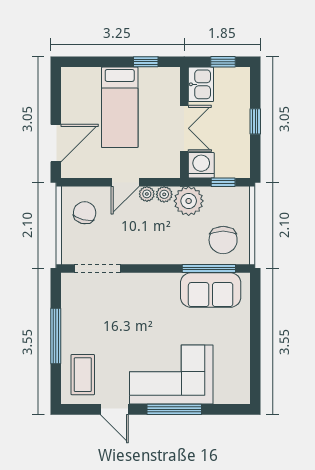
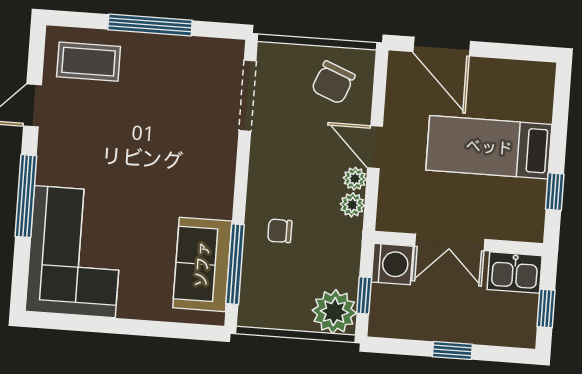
plant: (189, 201) -> (334, 312), moved
chair: (85, 213) -> (333, 82), turned 98
chair: (223, 240) -> (280, 231), moved, width x0.54, depth x0.54
corner sofa: (171, 375) -> (75, 252), moved

